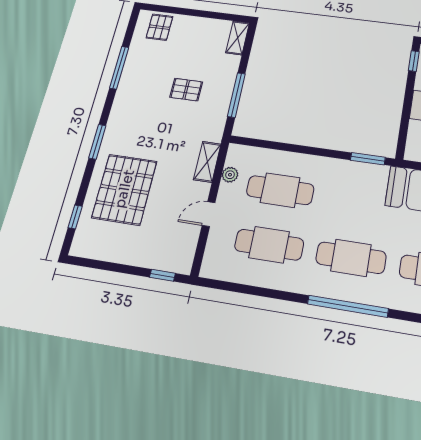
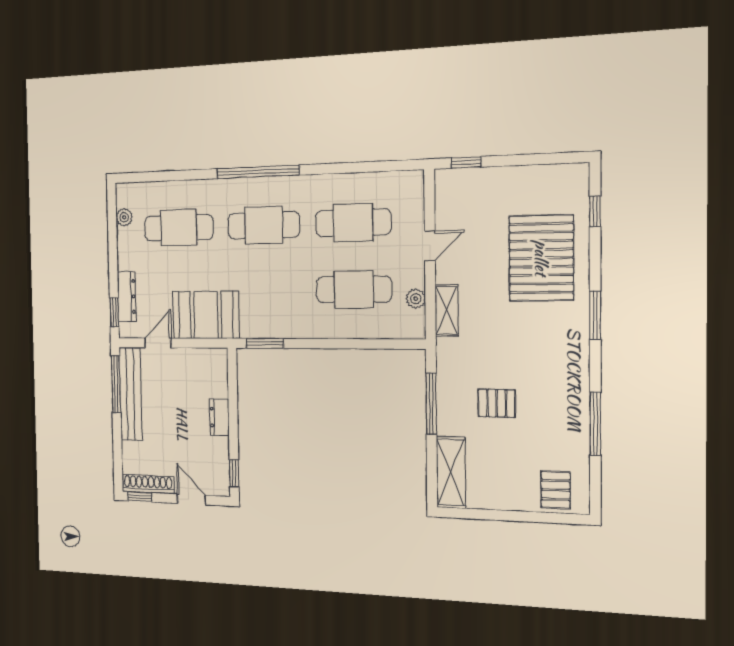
shelving: (238, 38) -> (451, 472), width x1.50, depth x1.33

